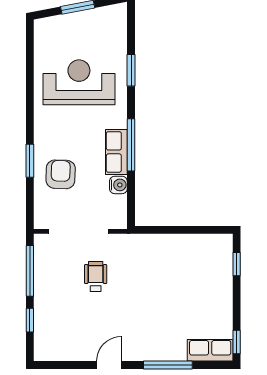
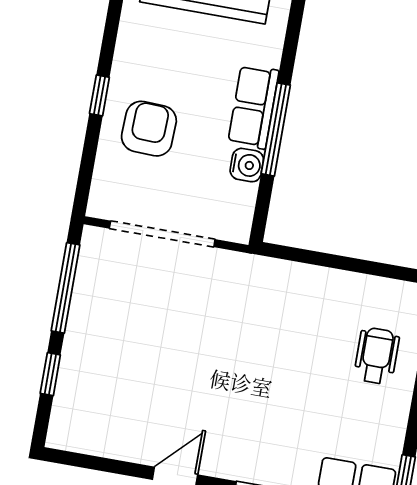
window: (131, 145) -> (276, 129), moved
window: (30, 161) -> (99, 95), width x0.67
wheelchair: (96, 276) -> (377, 356), moved

